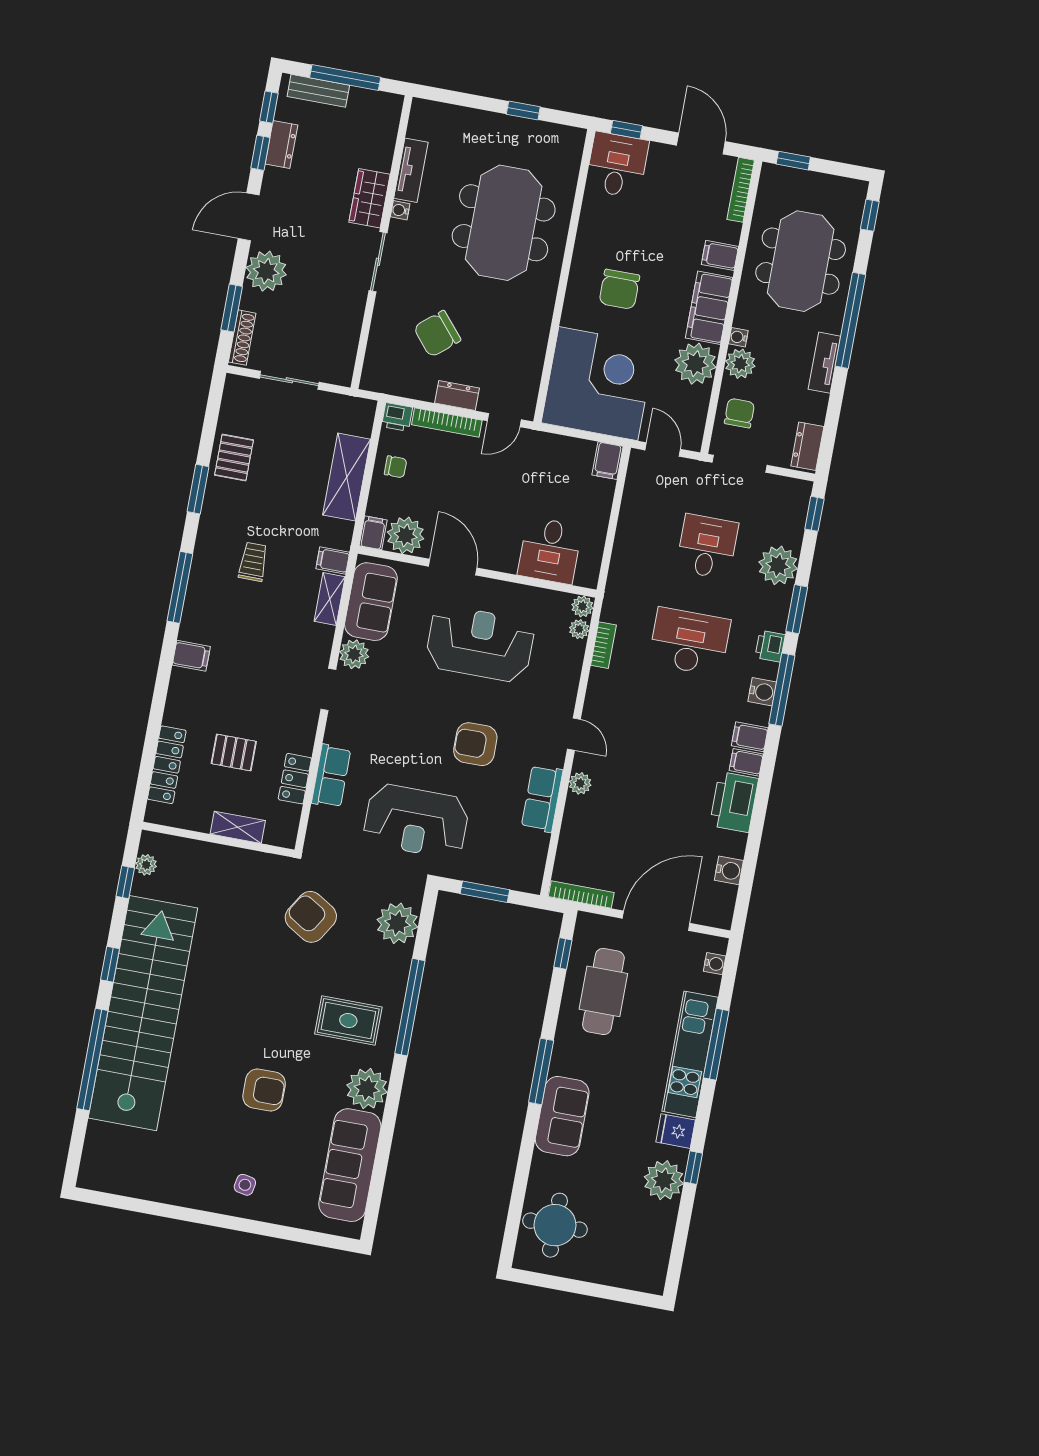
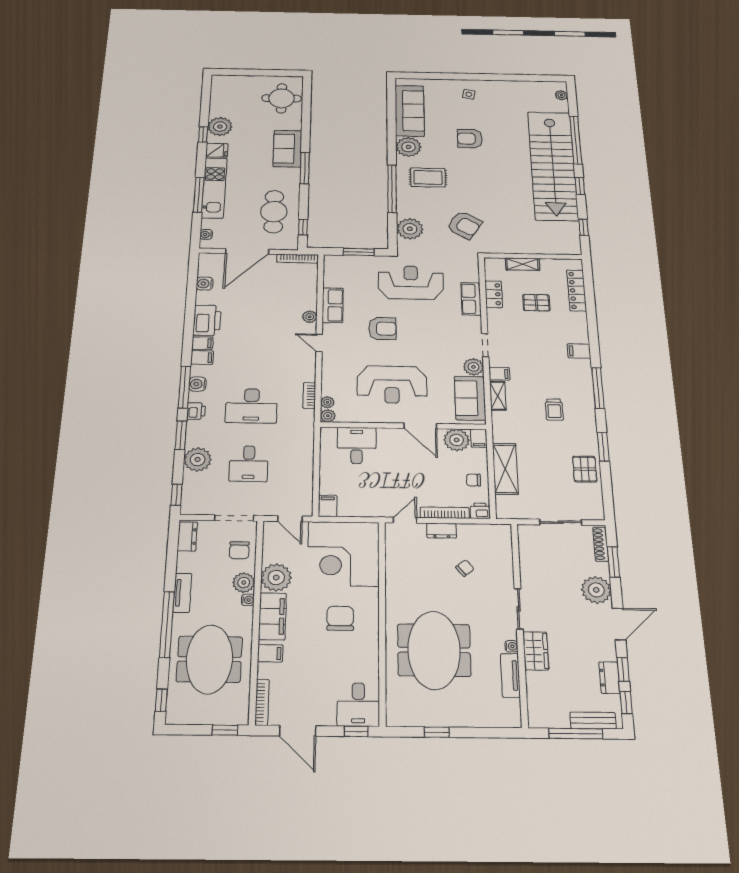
chair: (437, 334) -> (465, 568), width x0.54, depth x0.54
filing cabinet: (333, 561) -> (499, 374), moved
plant: (146, 865) -> (561, 95), moved

